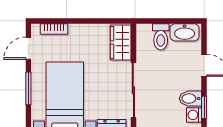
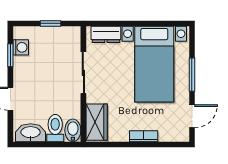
bookcase: (54, 29) -> (144, 136), moved
sliding door: (133, 90) -> (83, 73), width x0.73
bidet: (190, 99) -> (73, 130), moved, turned -90

